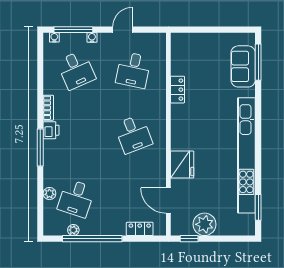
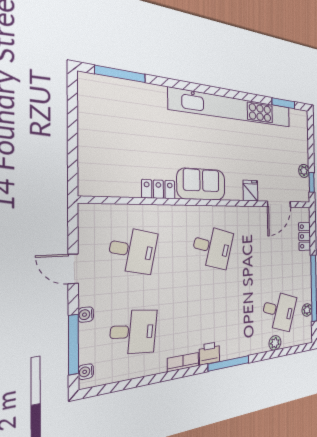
sofa: (243, 66) -> (201, 184), moved, turned 180
desk: (76, 70) -> (133, 332), turned 30
desk: (133, 134) -> (213, 247), turned 36
fridge: (182, 164) -> (250, 191), width x0.53, depth x0.75
plant: (205, 224) -> (304, 171), width x0.53, depth x0.53

